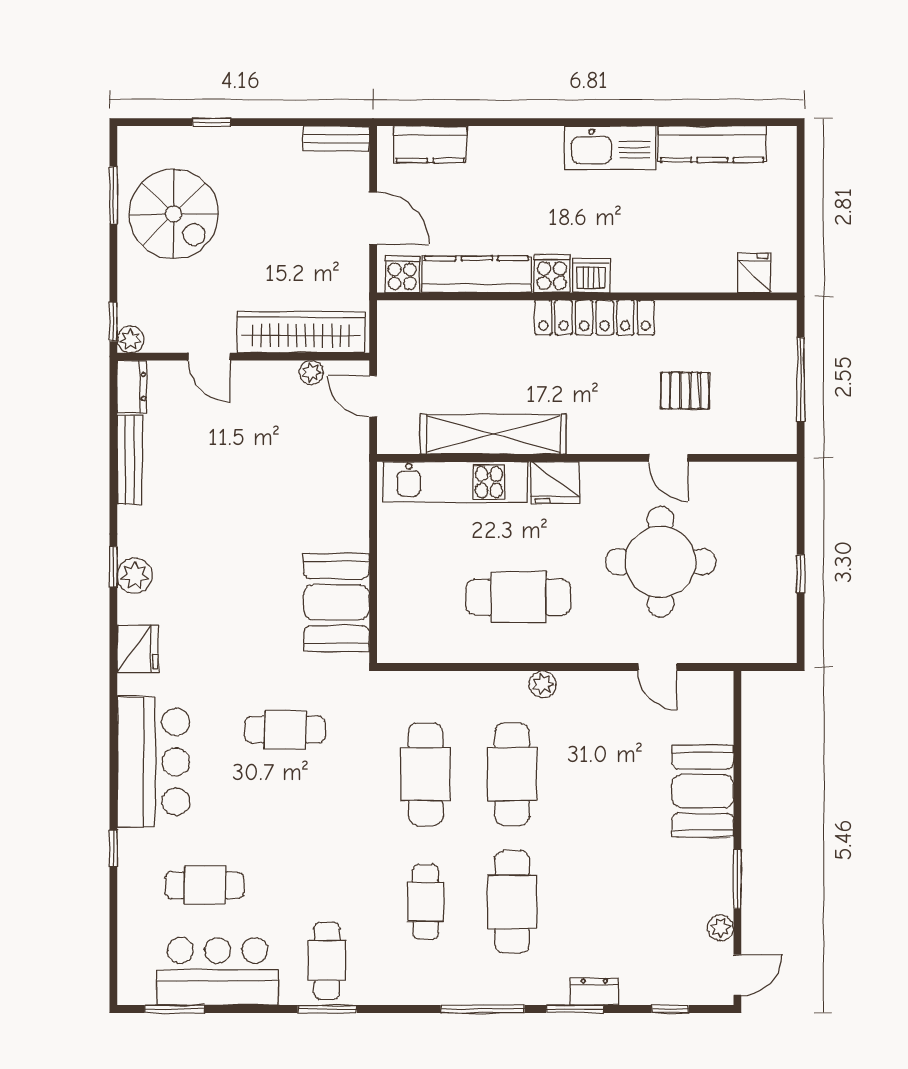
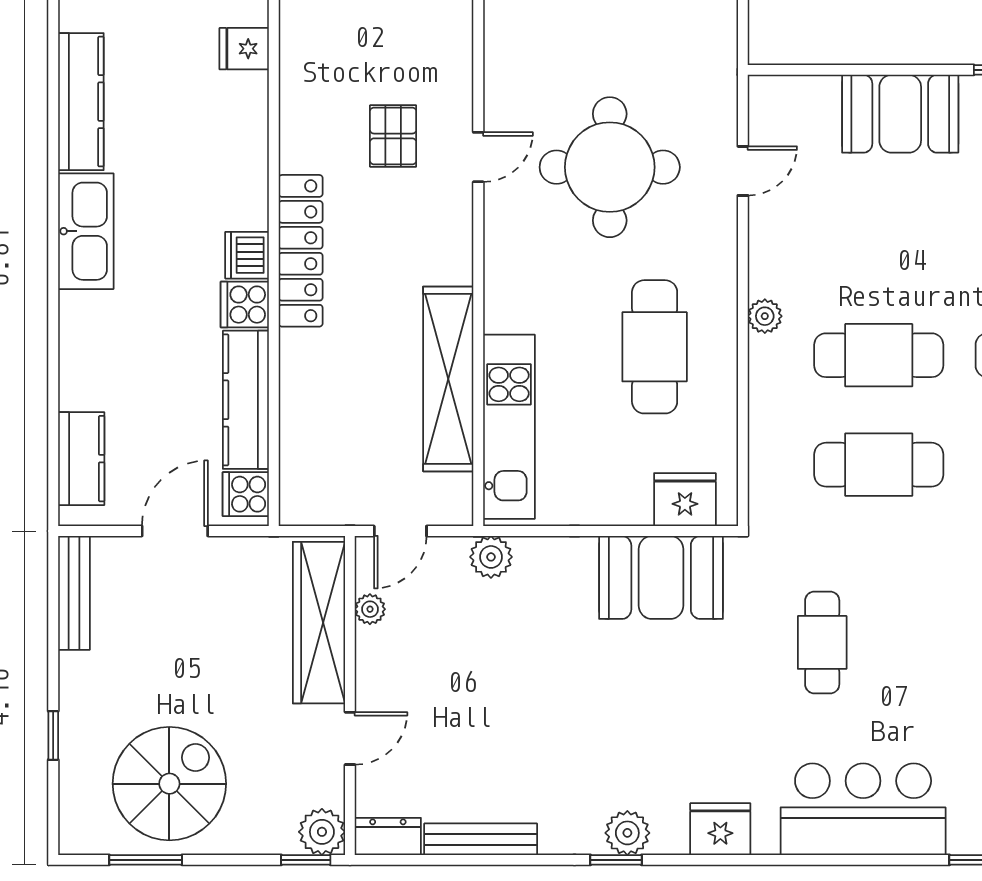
bench: (336, 139) -> (74, 593), width x1.36
plant: (131, 339) -> (322, 832), width x1.38, depth x1.38
plant: (353, 468) -> (491, 557), added
fridge: (555, 483) -> (685, 500), moved, turned -90

